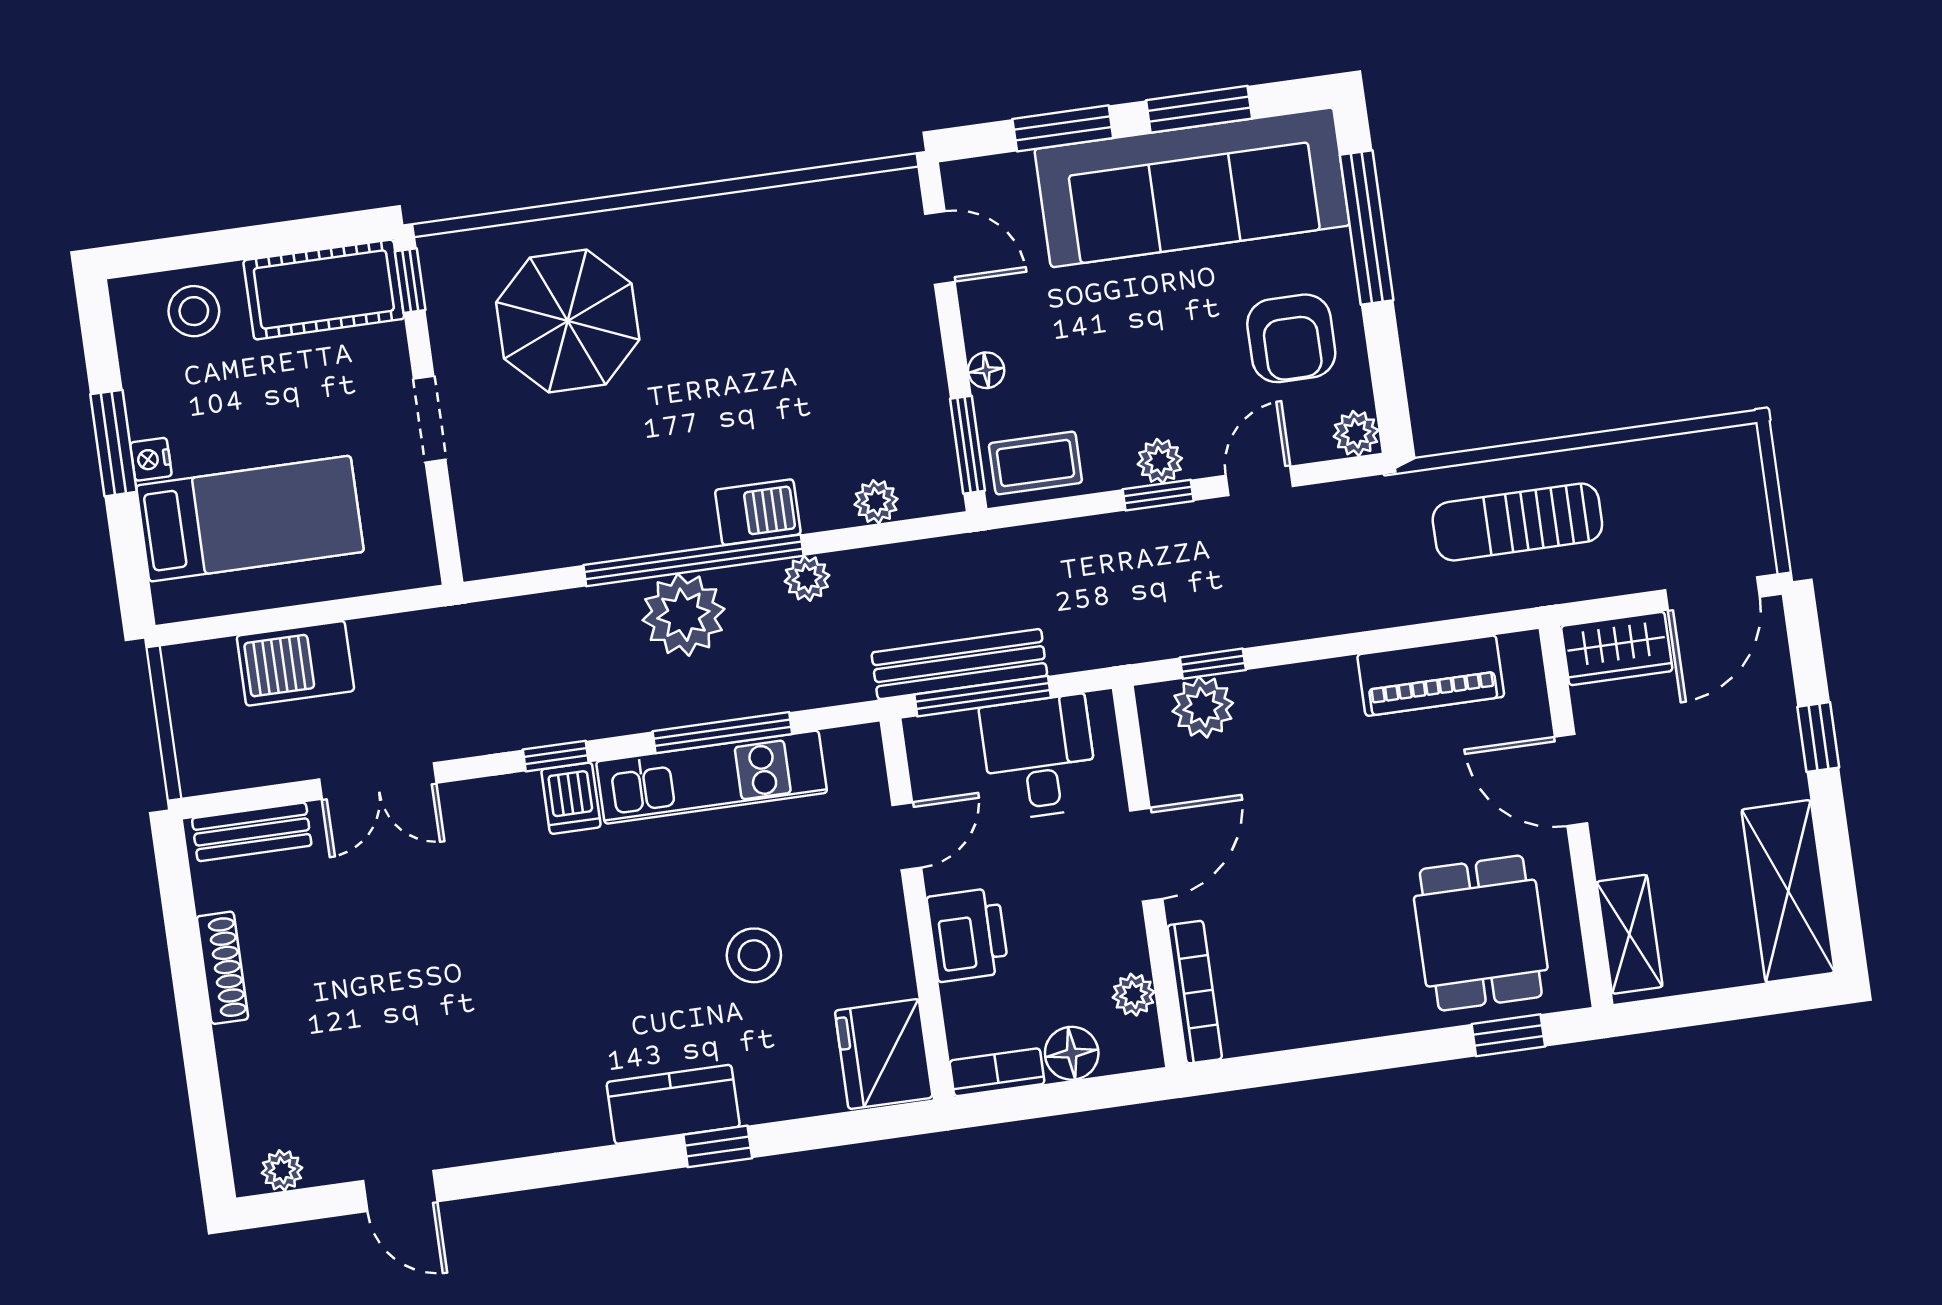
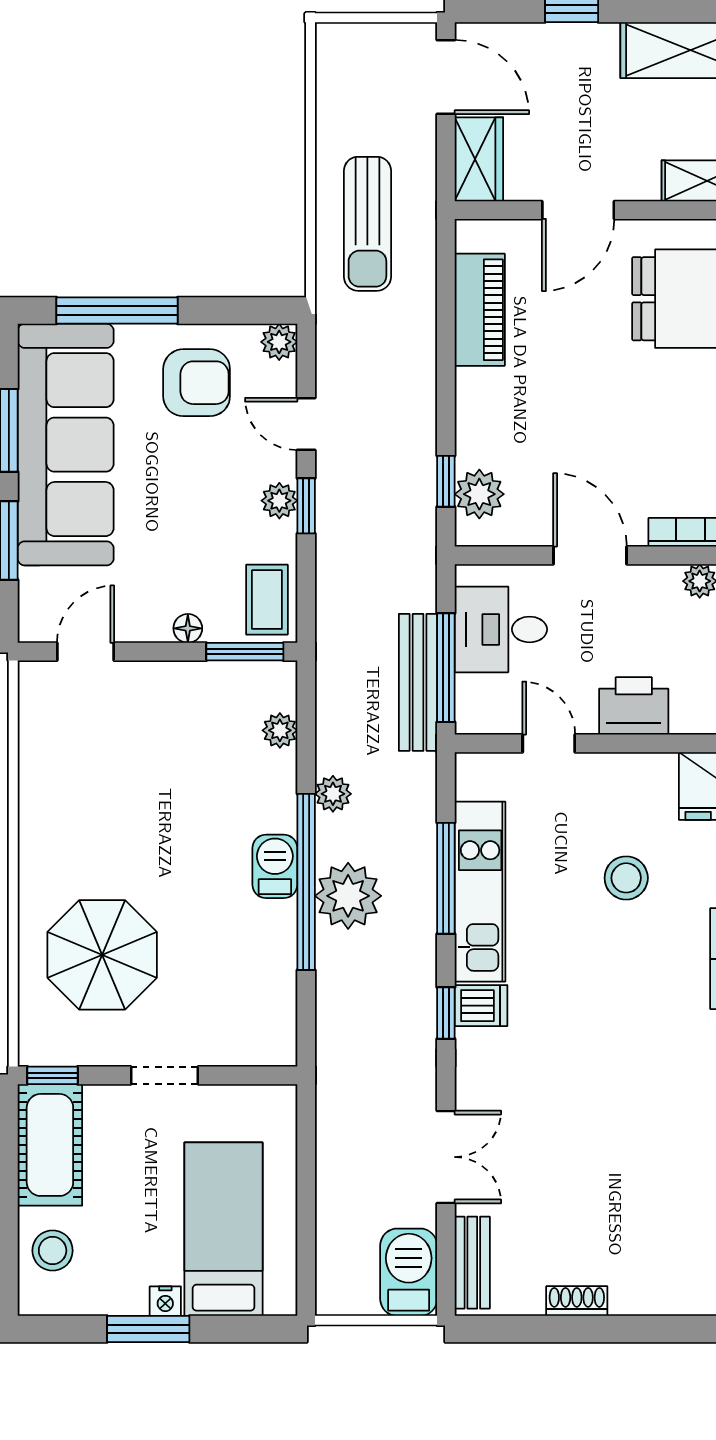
barbecue: (758, 512) -> (275, 866), moved
barbecue: (295, 663) -> (409, 1272), moved, turned 180
shoe rack: (222, 968) -> (577, 1301), width x0.70

